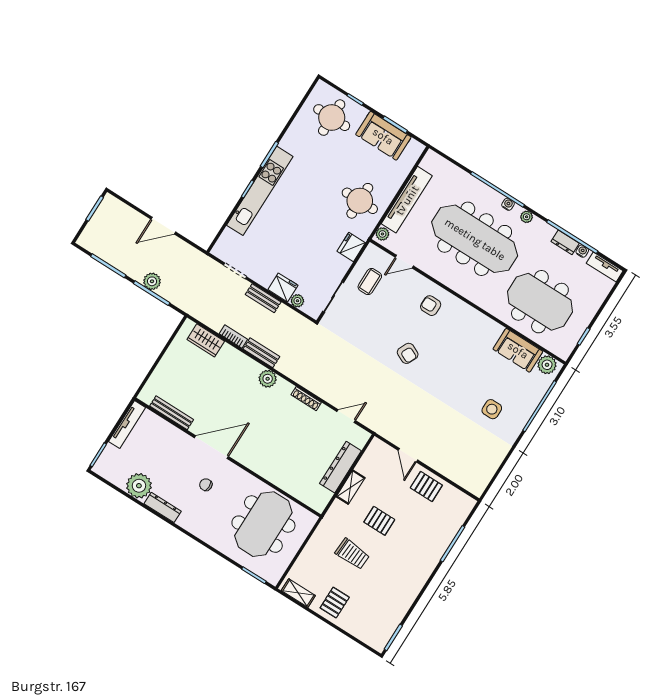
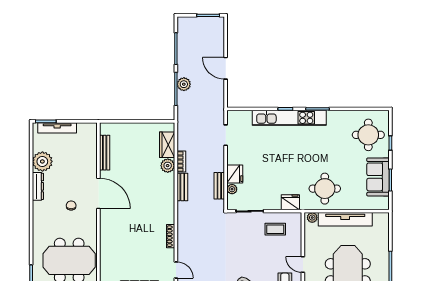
door: (404, 262) -> (303, 265), moved
bench: (263, 298) -> (219, 186), moved
plant: (268, 379) -> (168, 166), moved
tv unit: (127, 425) -> (57, 128), moved

